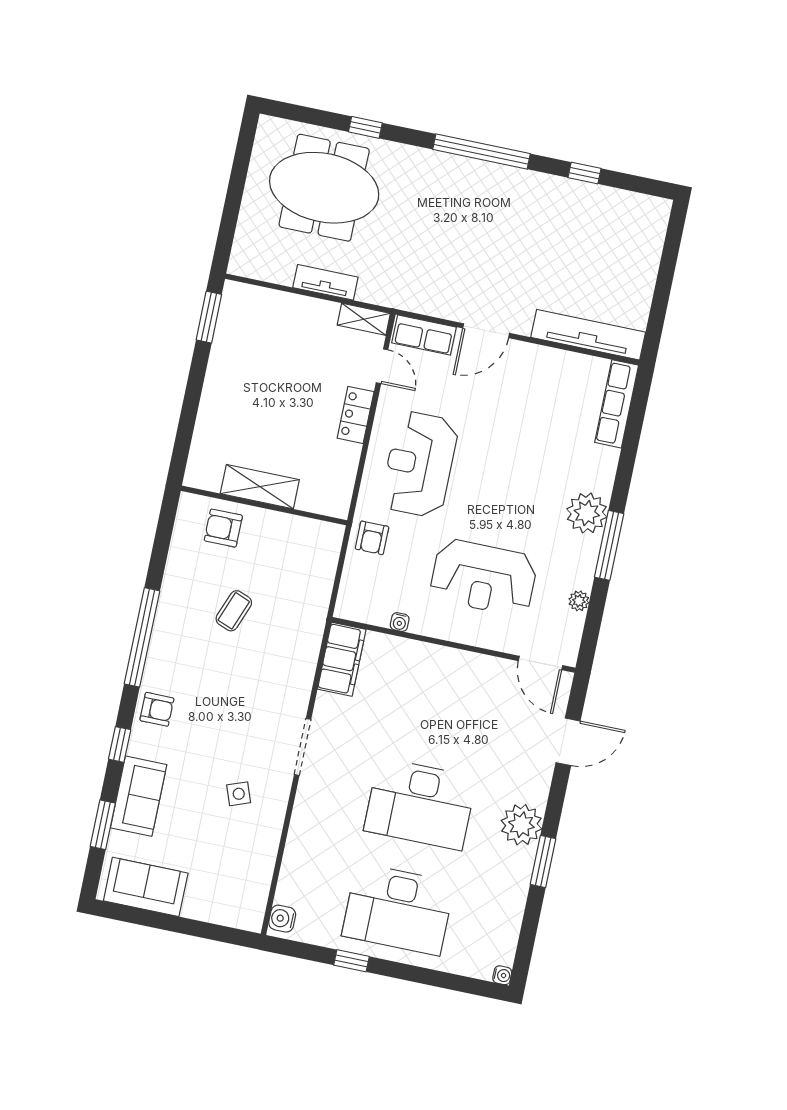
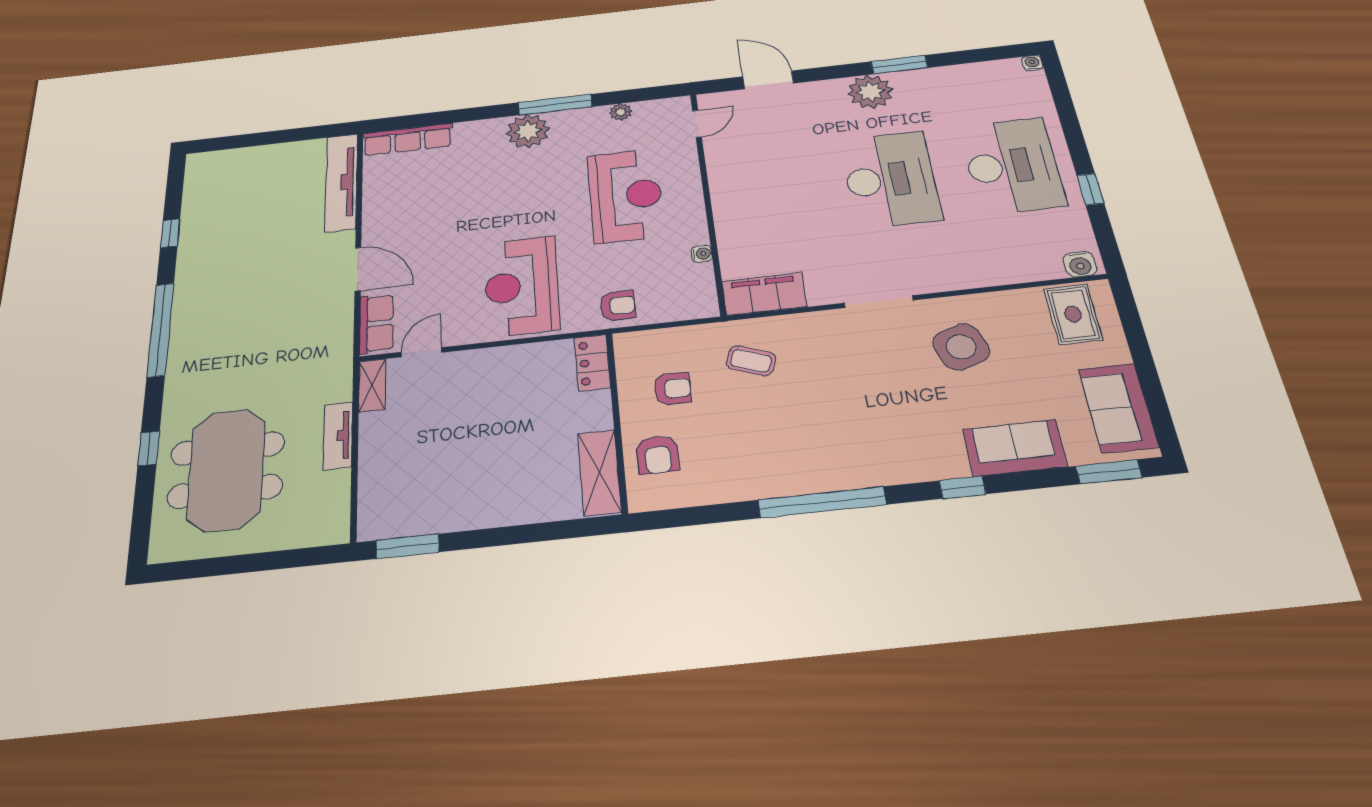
locker: (356, 415) -> (592, 363), moved, turned 90
reception desk: (420, 464) -> (521, 286), turned 90
shelving: (260, 487) -> (599, 472), moved
coffee table: (234, 611) -> (751, 361), moved
door: (540, 663) -> (697, 124), width x0.73
armchair: (157, 709) -> (673, 389), moved, turned 90
side table: (239, 794) -> (961, 347), width x1.87, depth x1.87
window: (103, 825) -> (1109, 472), moved
rug: (238, 892) -> (1073, 314), added

